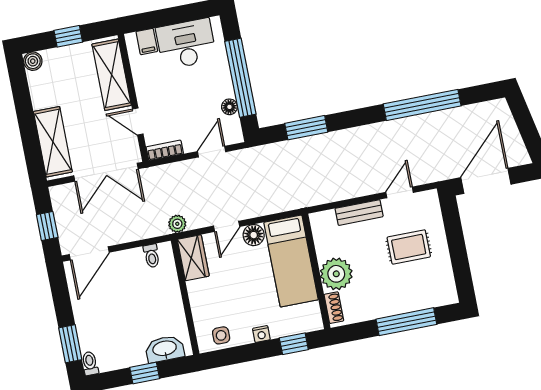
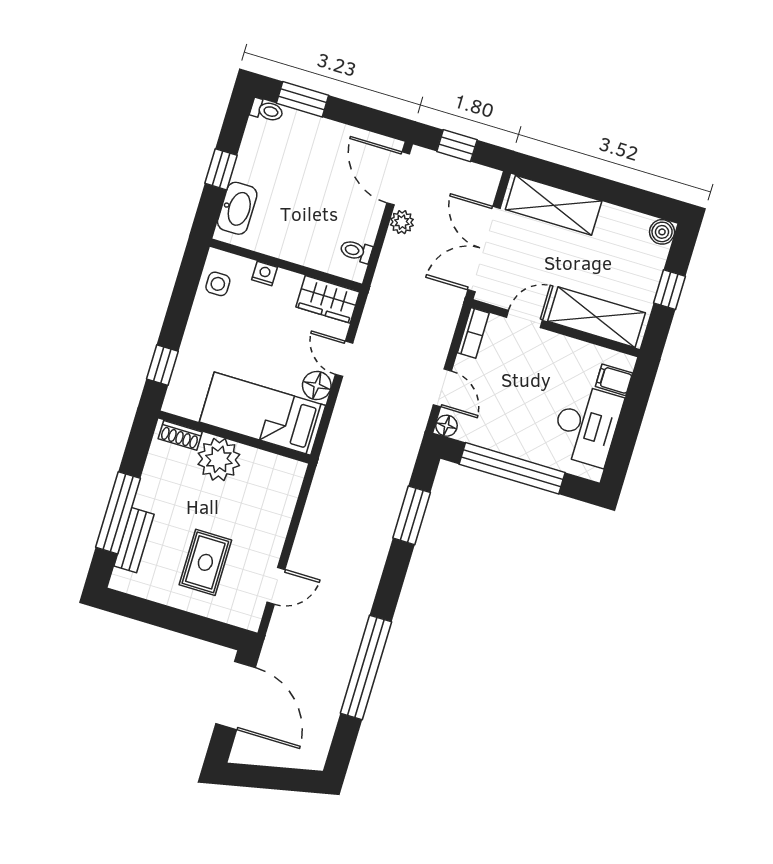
floor lamp: (229, 107) -> (446, 426), moved
door: (400, 192) -> (276, 586), hinge flipped
bench: (359, 213) -> (134, 540), moved
plant: (177, 224) -> (402, 222), moved
nightstand: (261, 334) -> (265, 273), moved, turned 90

